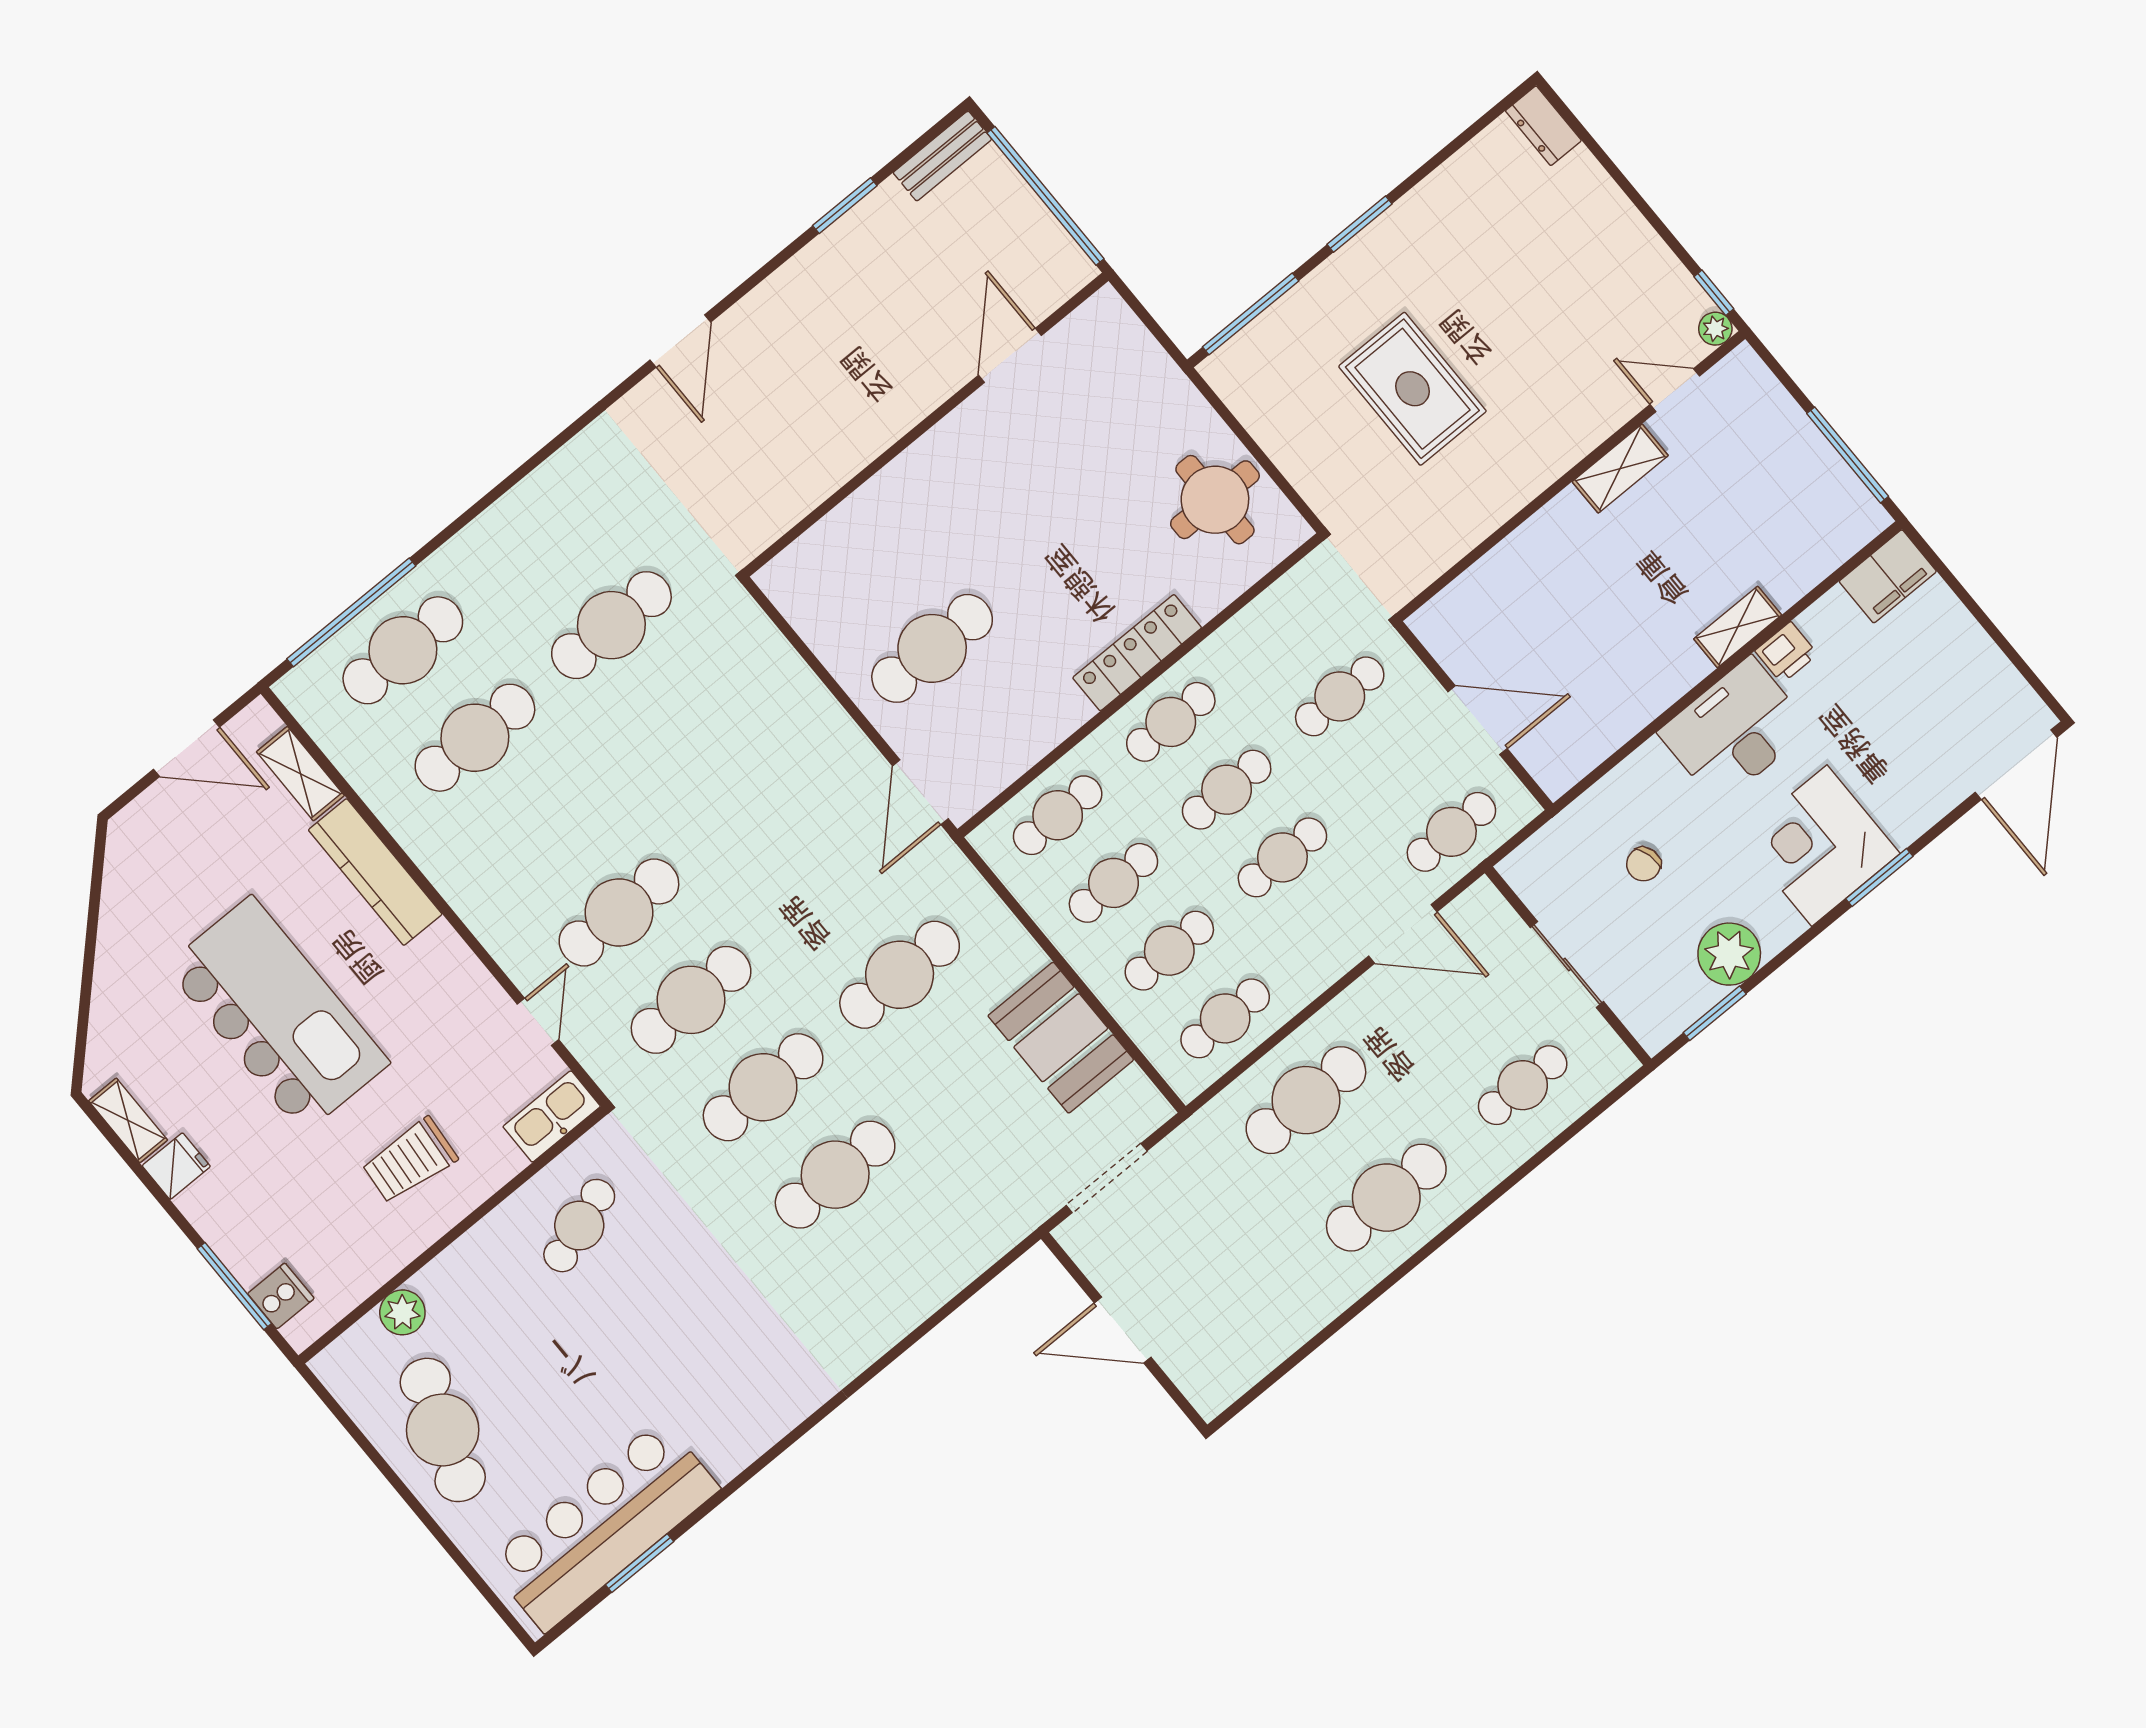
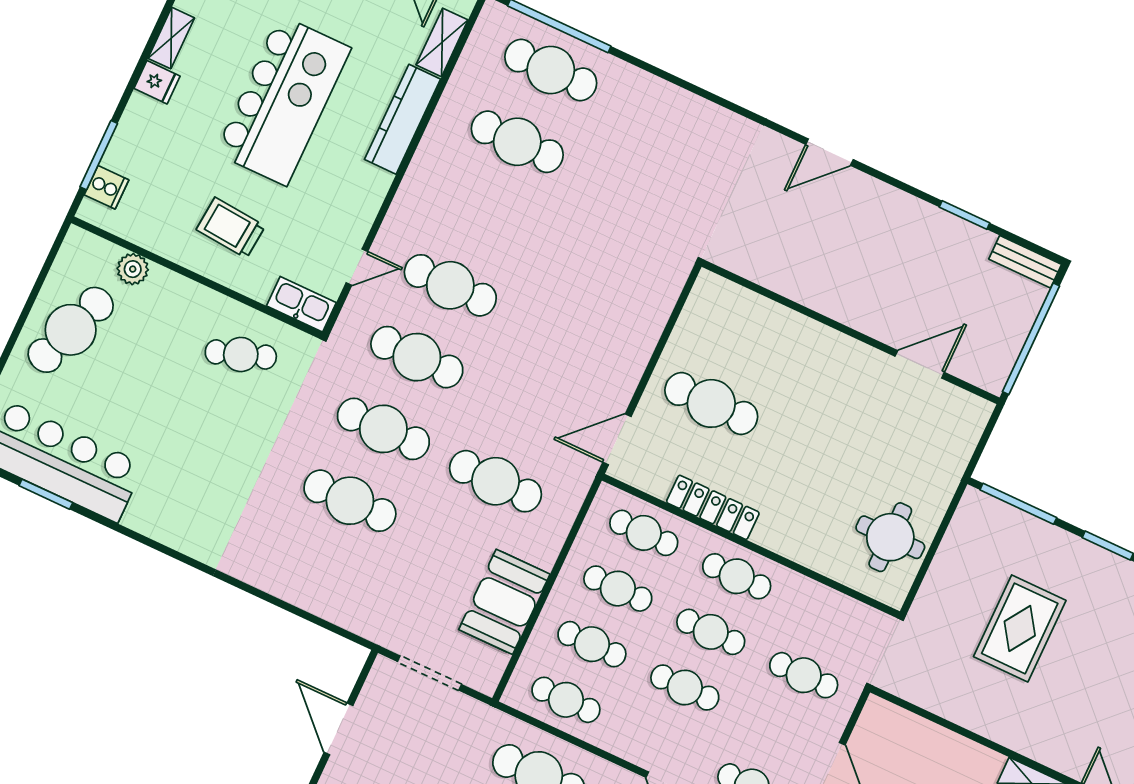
cafe table: (611, 625) -> (629, 194), removed
locker: (1137, 653) -> (713, 507), moved

